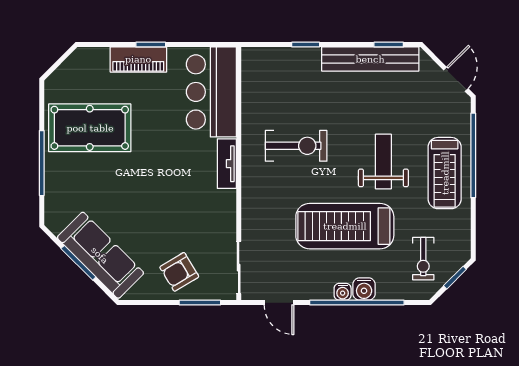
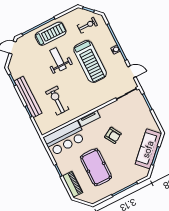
piano: (138, 59) -> (73, 184), moved
bench: (370, 59) -> (28, 97), moved
pool table: (90, 128) -> (96, 167), moved
exercise bike: (296, 146) -> (57, 101), moved
weight bench: (383, 161) -> (58, 59), turned 90
armchair: (179, 272) -> (113, 135), moved
water cooler: (364, 289) -> (110, 42), removed
door: (279, 303) -> (132, 72), hinge flipped

